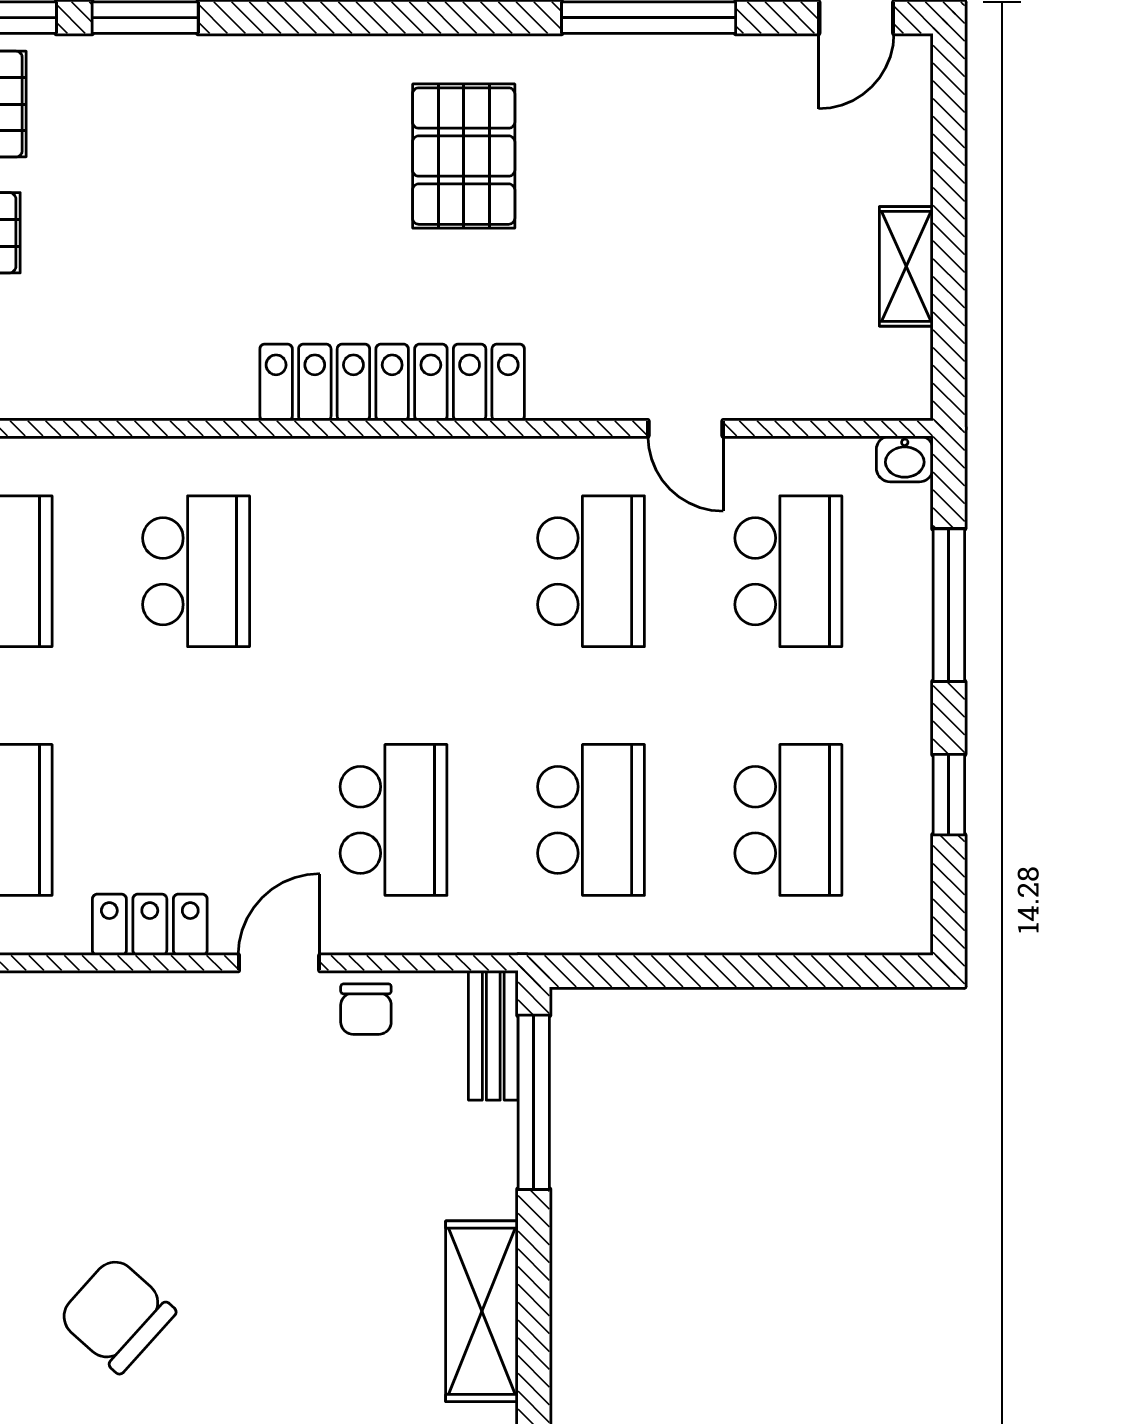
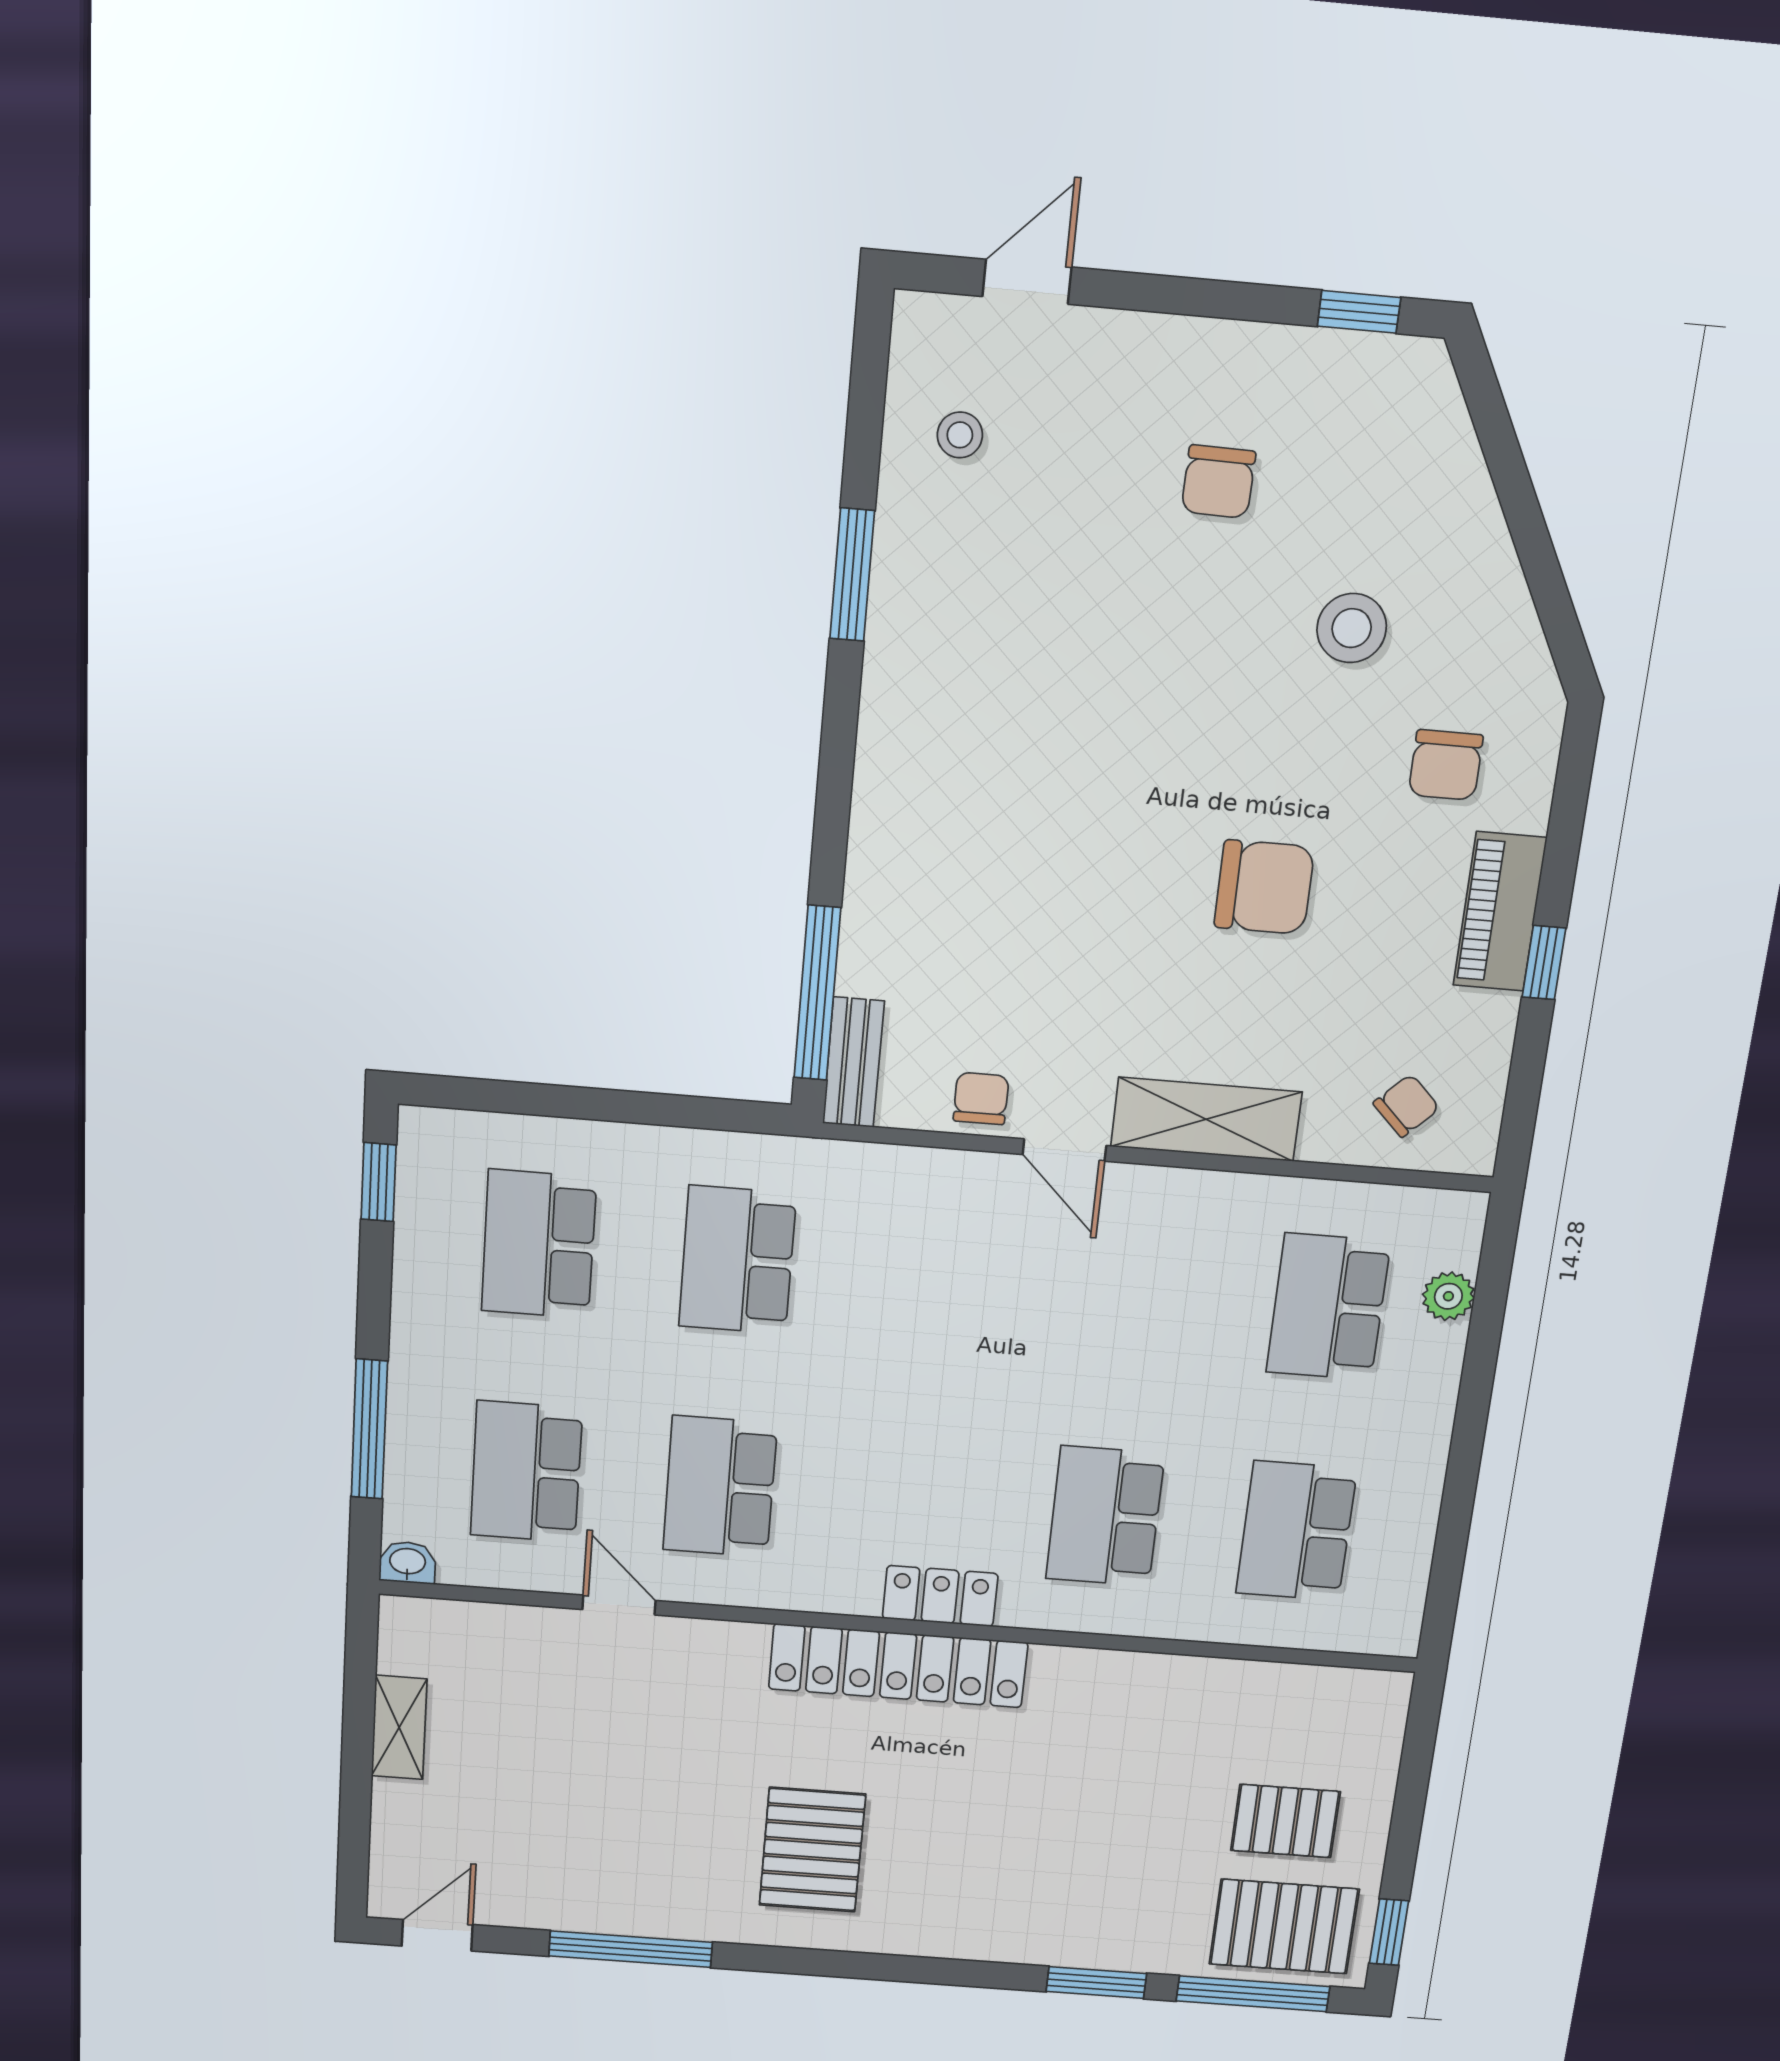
window: (949, 795) -> (379, 1182), moved
school desk: (394, 820) -> (935, 1276), removed
locker: (150, 925) -> (940, 1596), moved, turned 180
door: (279, 963) -> (1064, 1150), hinge flipped
shelving: (482, 1311) -> (1206, 1119), moved, turned 90
chair: (117, 1315) -> (1264, 887), moved, turned -42

